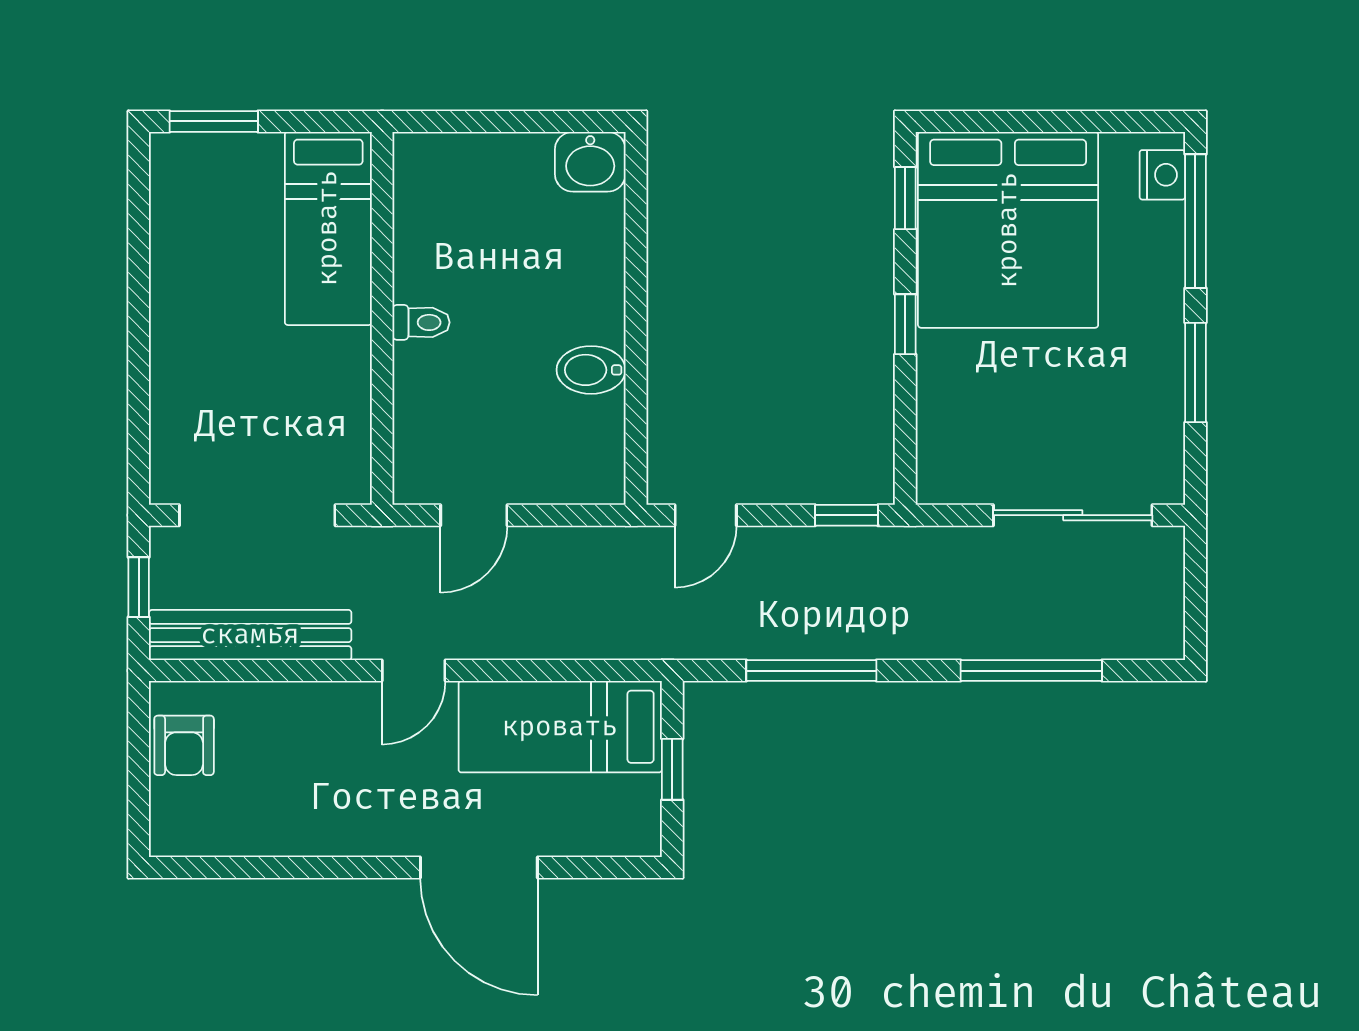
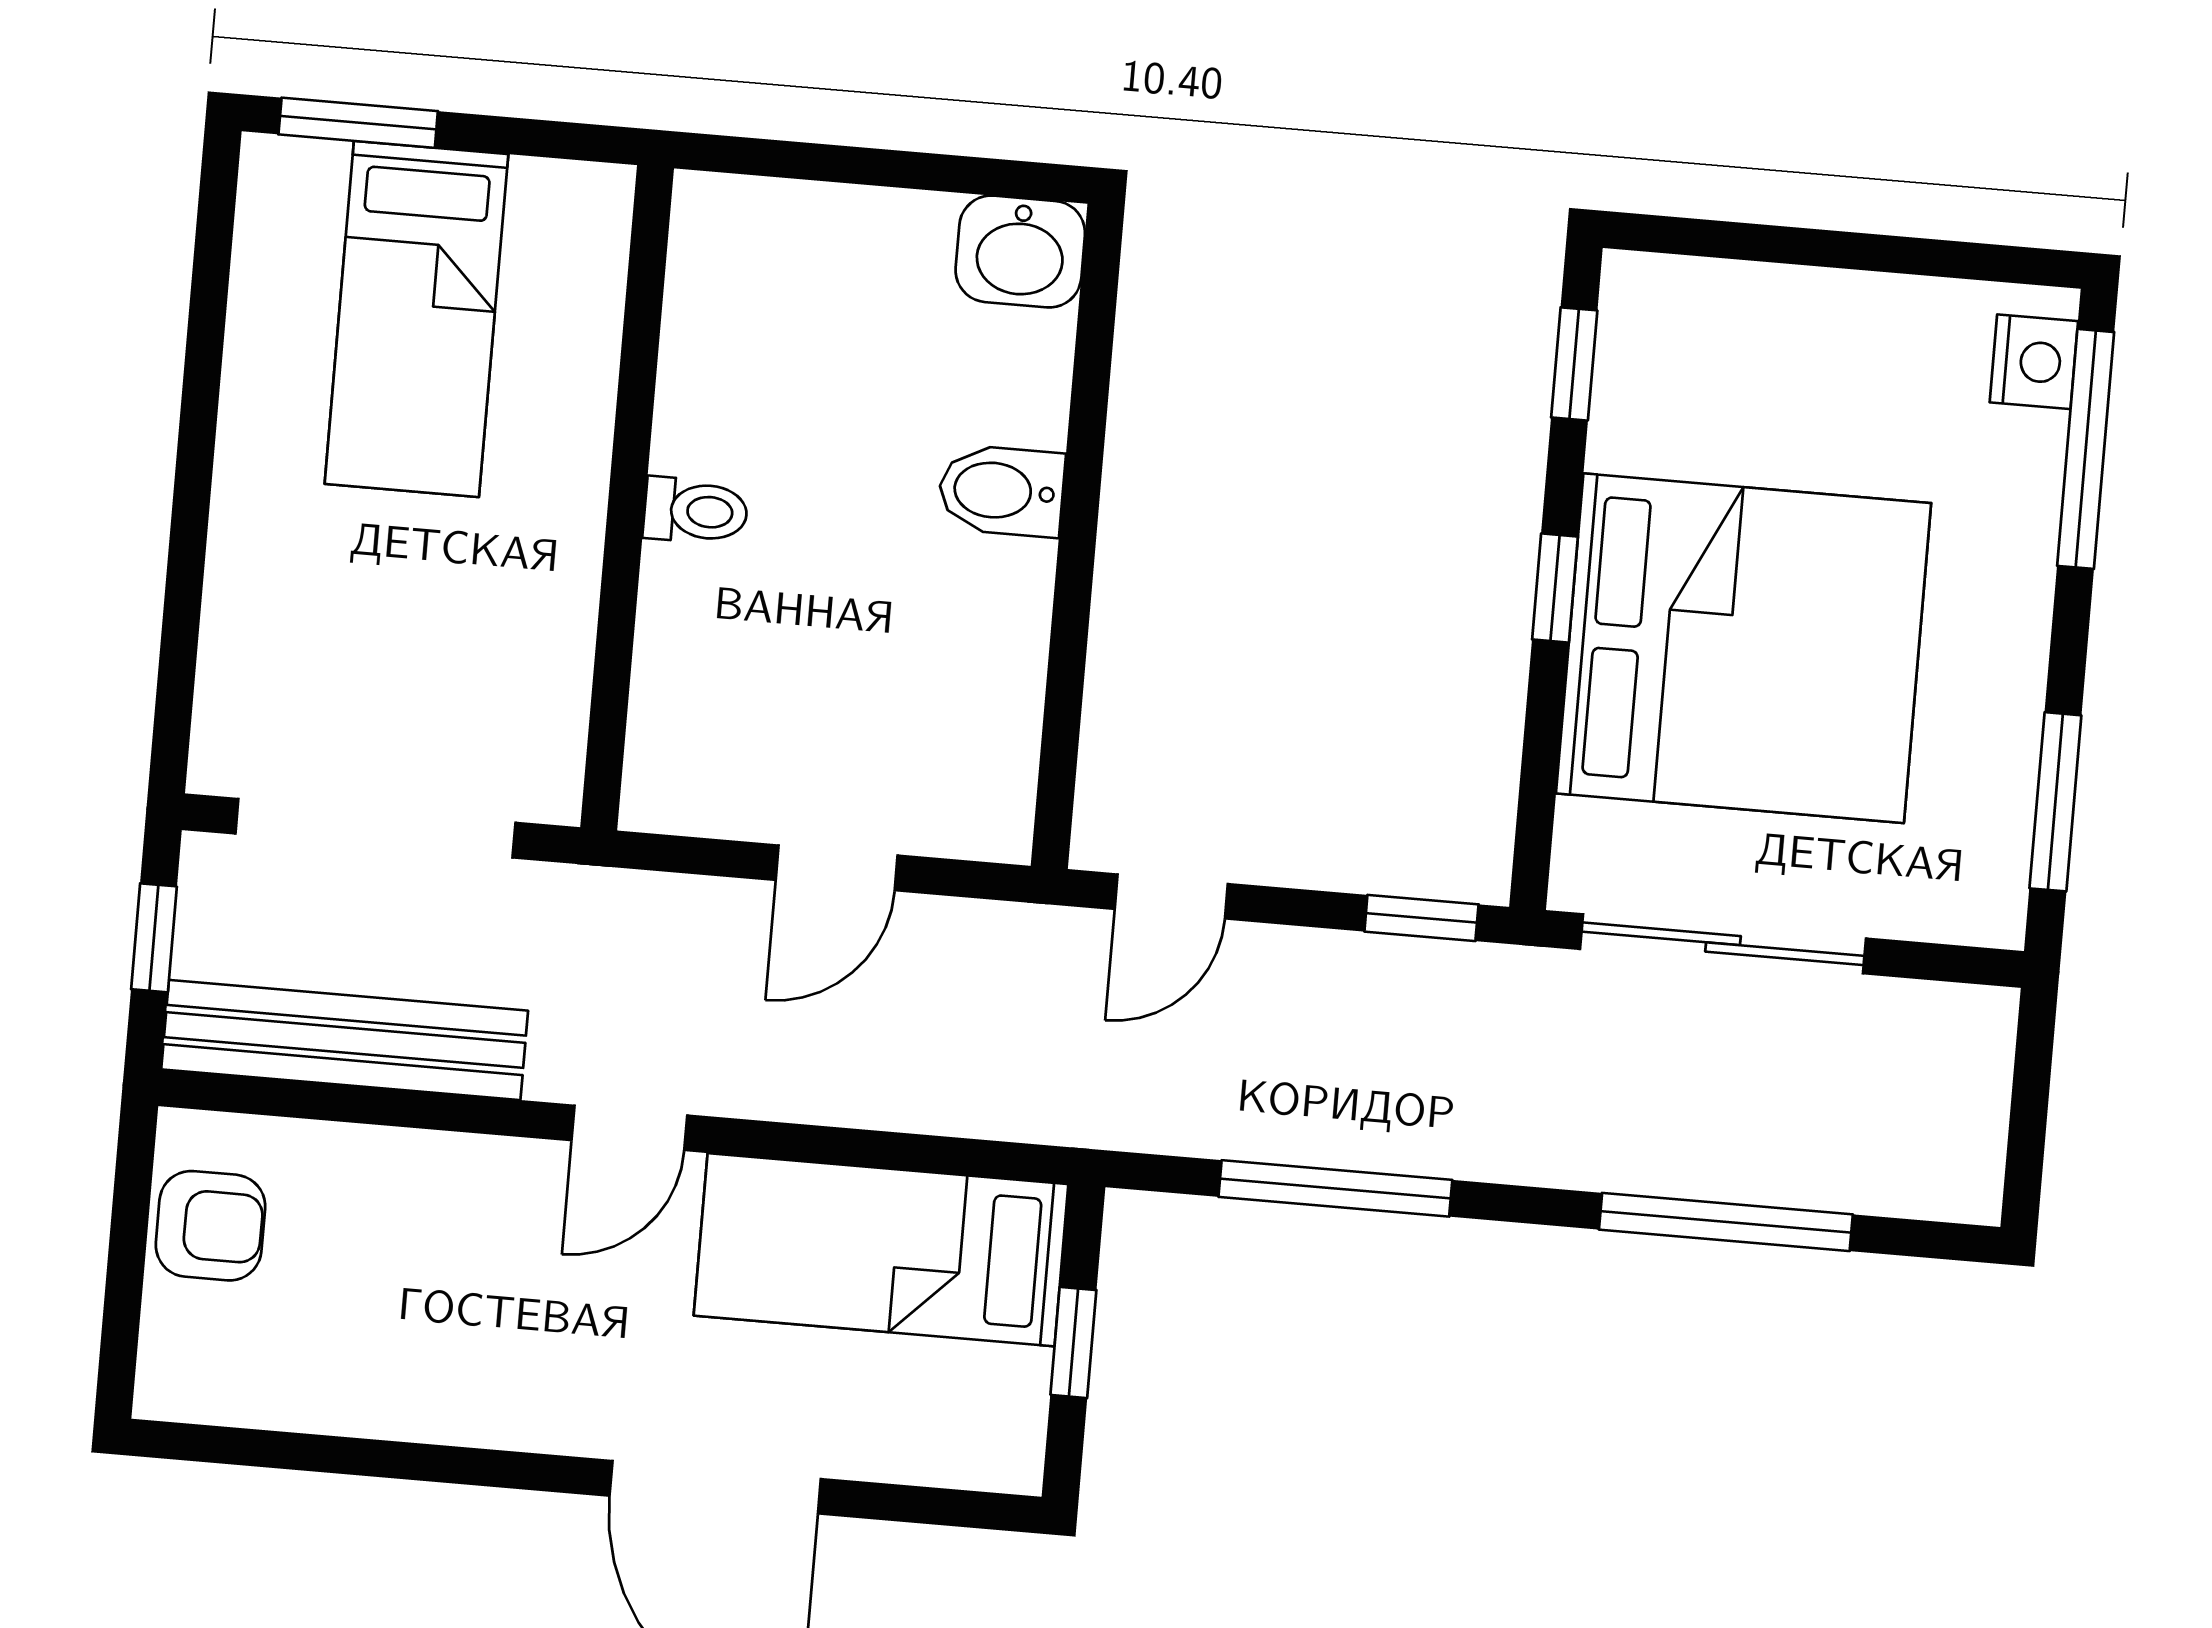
bed: (328, 228) -> (416, 319), moved
bed: (1008, 230) -> (1744, 648), moved, turned -90
bidet: (591, 370) -> (1001, 491), moved
window: (1195, 373) -> (2055, 802), moved
door: (474, 515) -> (837, 868), moved
sliding door: (1073, 515) -> (1723, 944), moved
armchair: (184, 745) -> (210, 1226), turned -90

